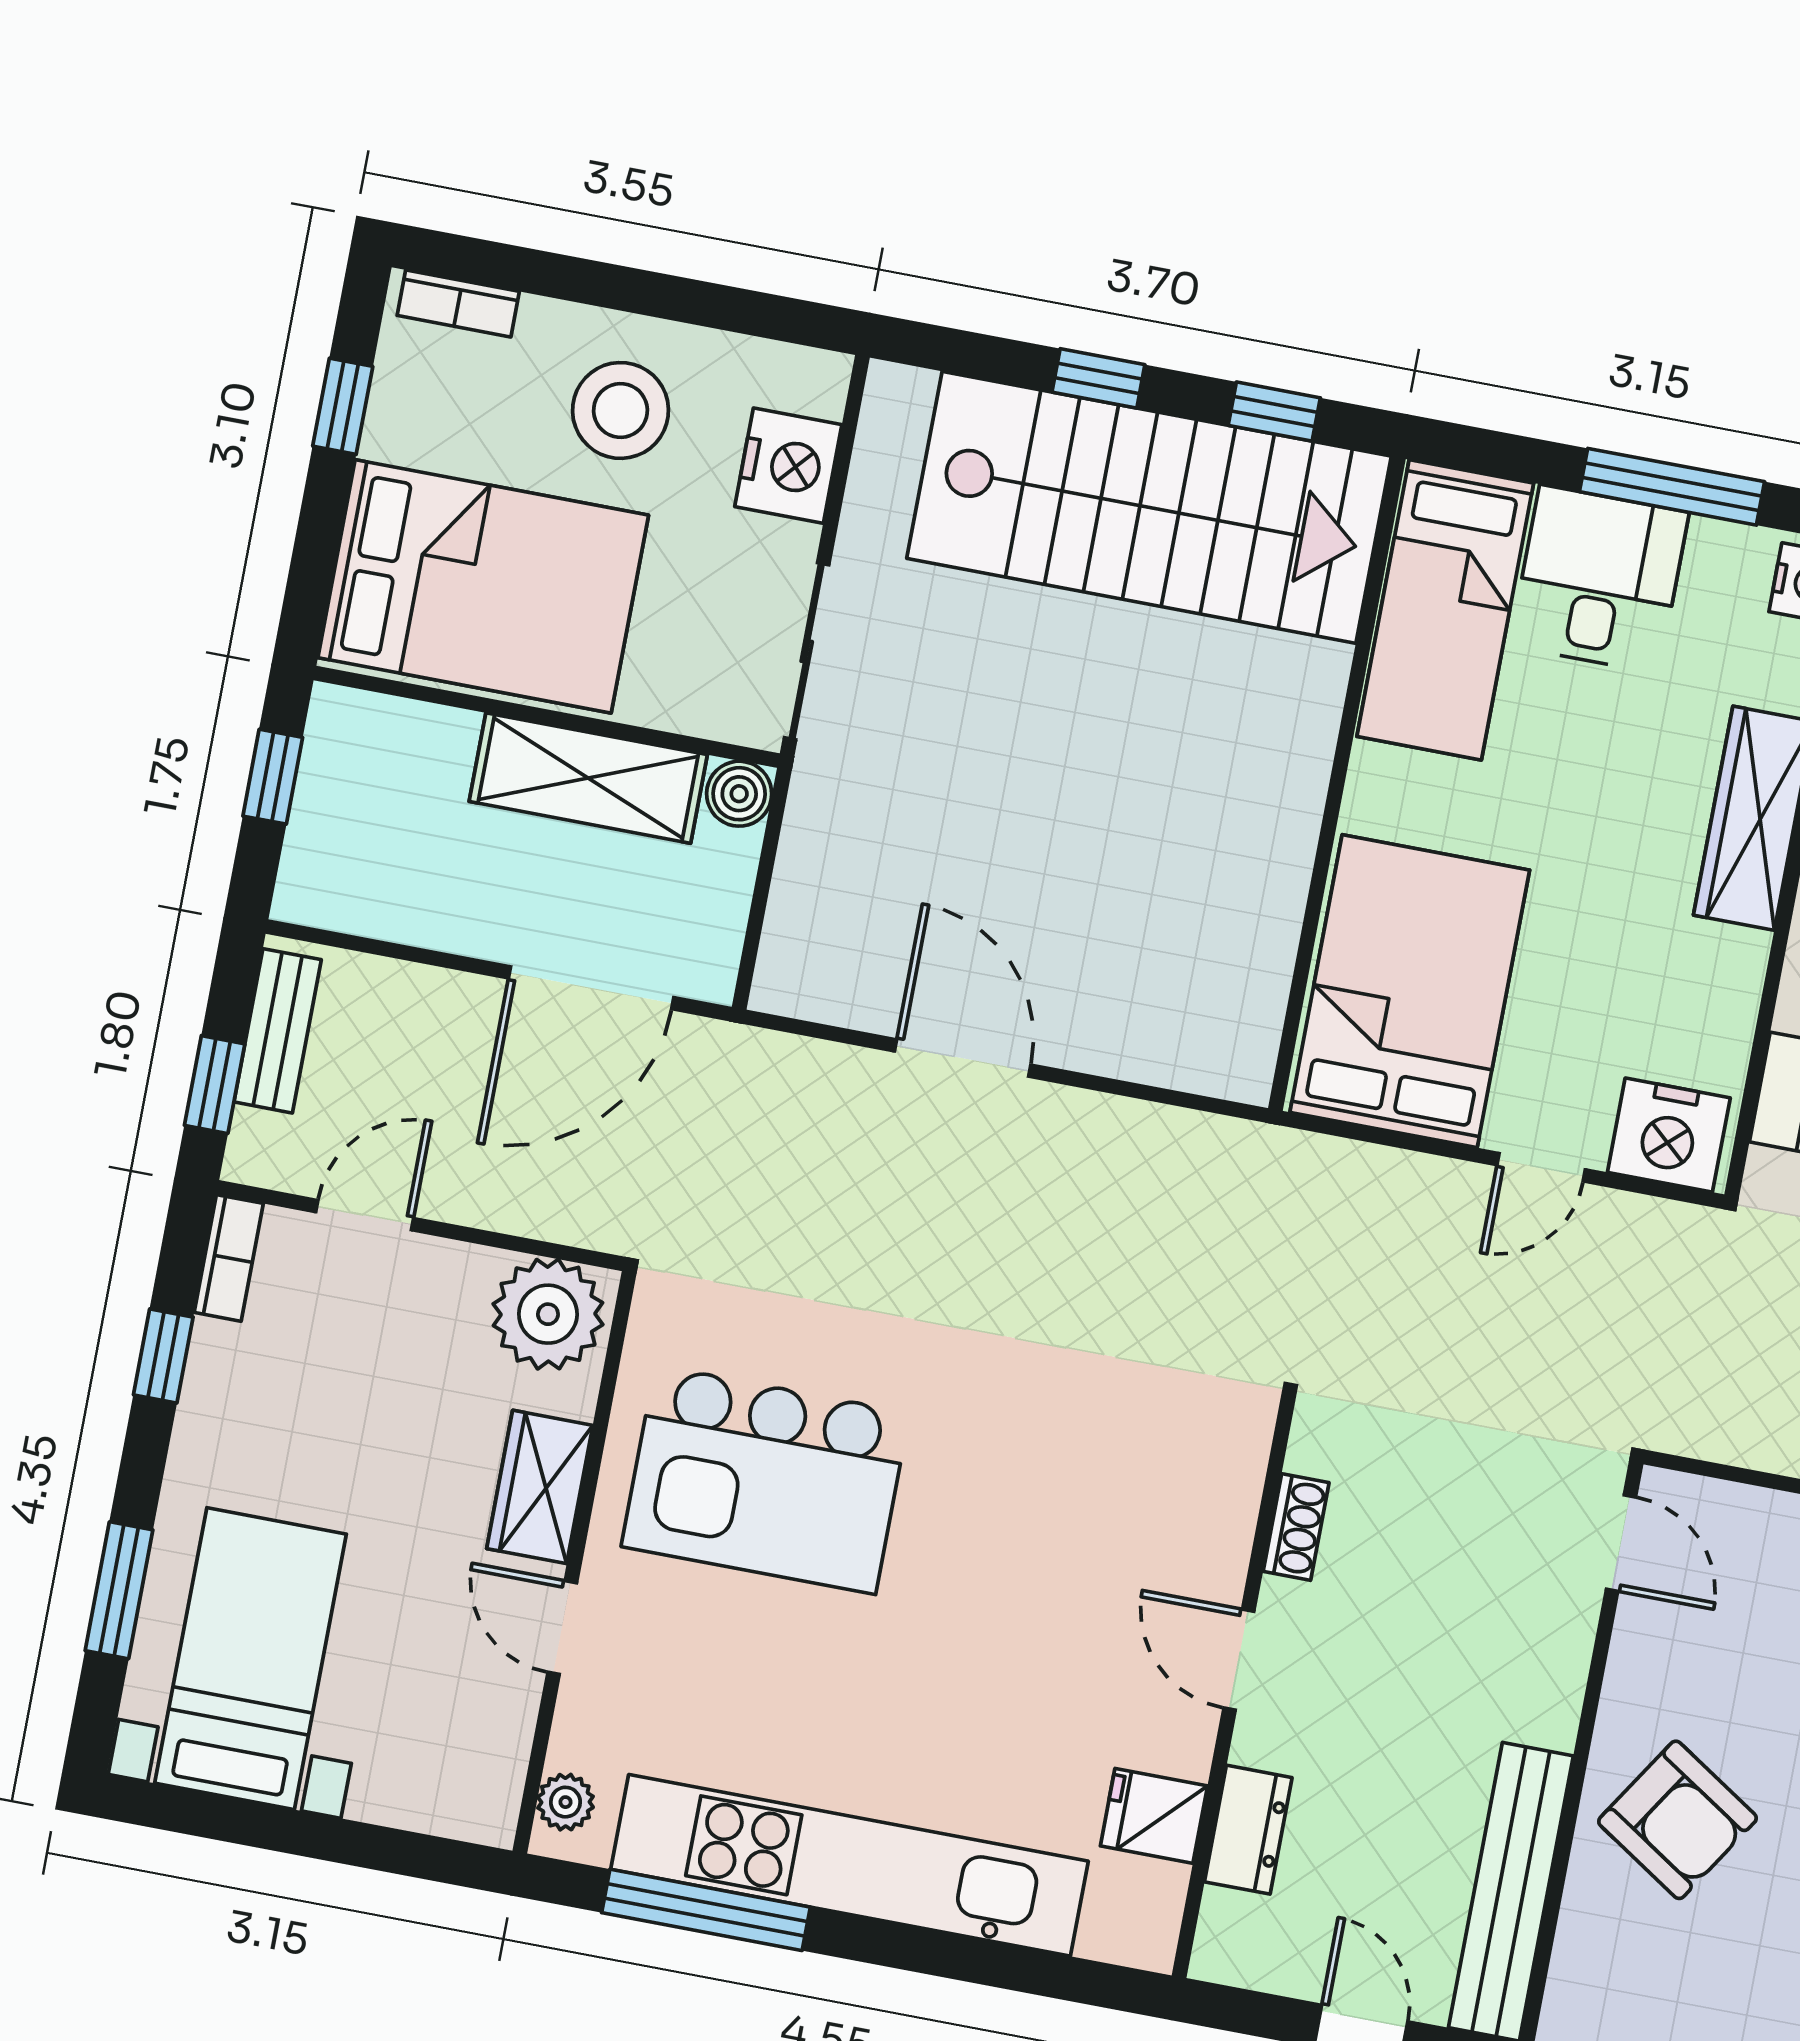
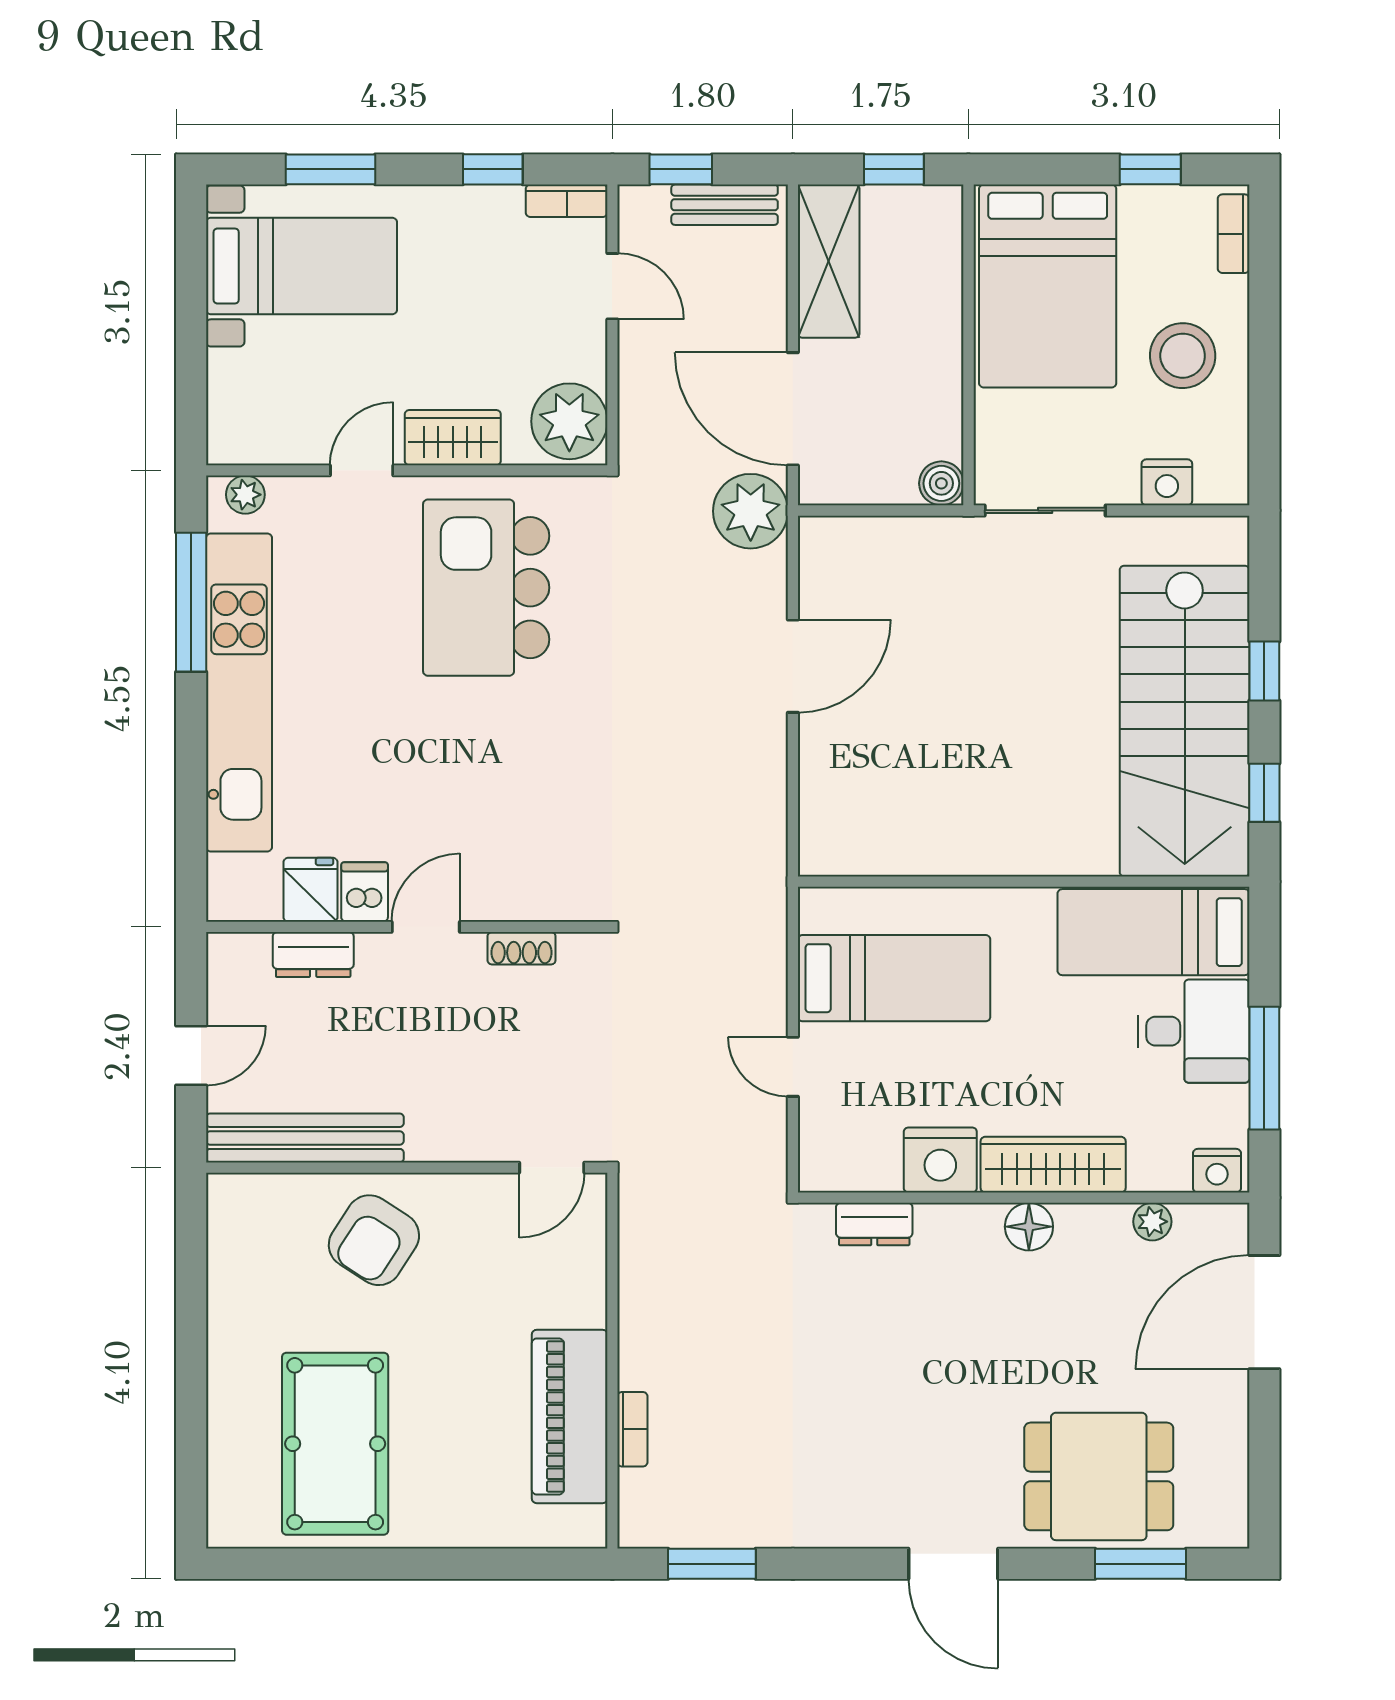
nightstand: (788, 466) -> (1167, 482), width x0.74, depth x0.75
shelving: (588, 778) -> (829, 261), moved
bed: (1410, 991) -> (894, 978), width x0.67
plant: (727, 1077) -> (751, 511), added
nightstand: (1669, 1135) -> (940, 1160), moved, turned -90
dishwasher: (1172, 1738) -> (365, 892), added

